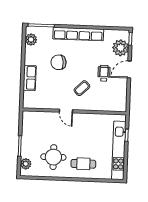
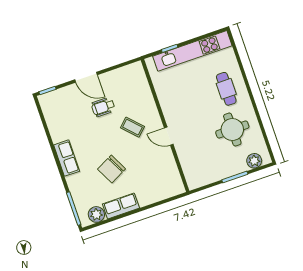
row of seats: (78, 34) -> (67, 158), width x0.50
plant: (121, 48) -> (63, 98), removed
chair: (59, 62) -> (112, 169), turned 69
row of seats: (30, 78) -> (121, 206), moved
door: (66, 111) -> (169, 136), swing flipped

